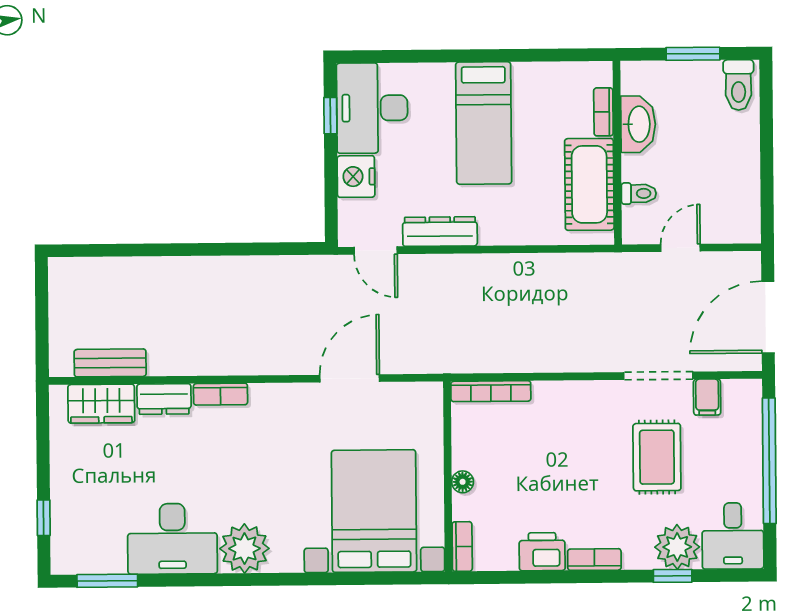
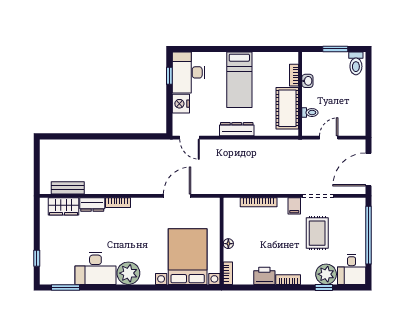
washbasin: (638, 124) -> (307, 81), width x0.52, depth x0.69
dresser: (440, 232) -> (237, 129), moved
bookcase: (491, 391) -> (259, 202), moved
filing cabinet: (707, 397) -> (294, 206), moved

